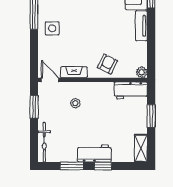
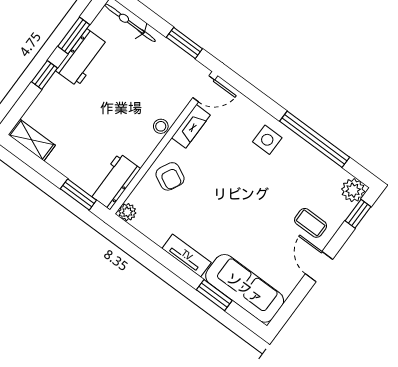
stool: (75, 103) -> (161, 126), moved
window: (151, 116) -> (78, 195), moved
workbench: (94, 153) -> (82, 58), moved

